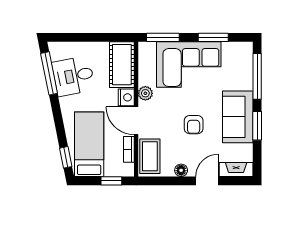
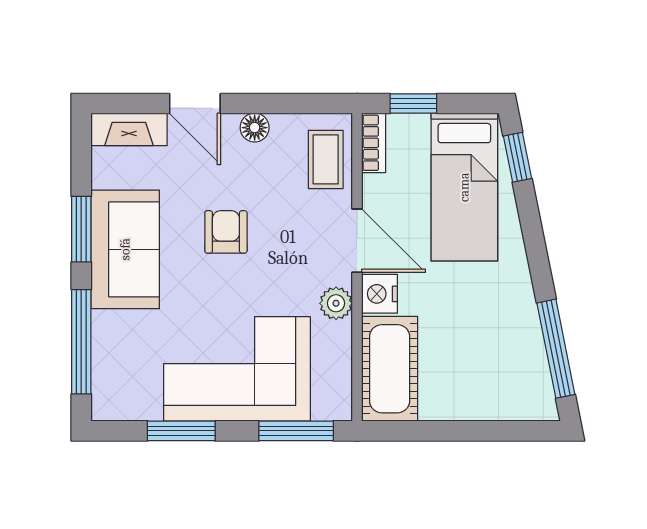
desk: (73, 76) -> (500, 343), removed
bookcase: (129, 149) -> (374, 143), moved
coffee table: (150, 156) -> (326, 159), width x0.73, depth x0.77
door: (207, 181) -> (195, 103), hinge flipped

